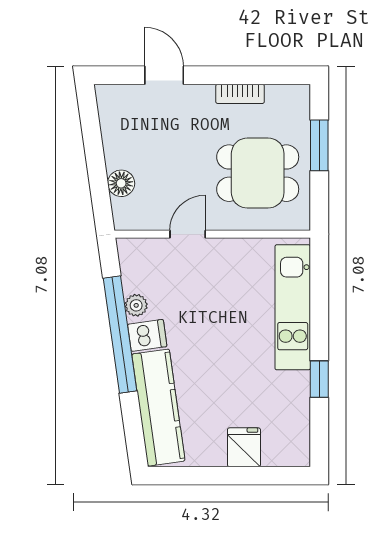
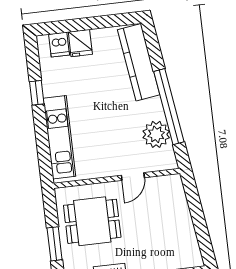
floor lamp: (121, 183) -> (180, 204), removed
plant: (136, 305) -> (156, 134), width x1.87, depth x1.87
dishwasher: (147, 335) -> (59, 45), moved, turned -82

